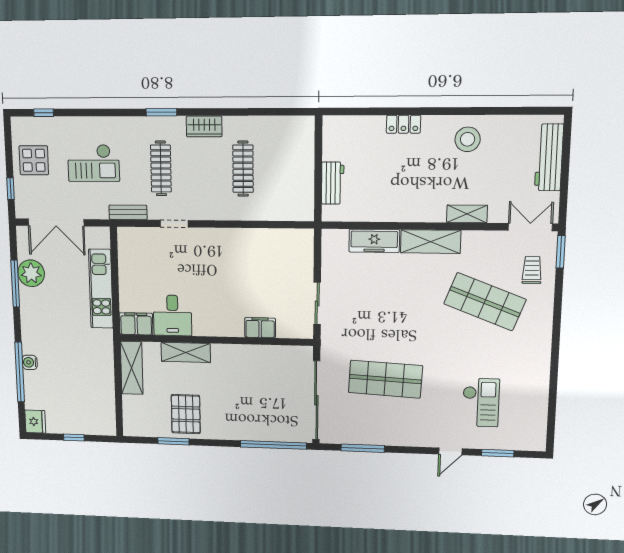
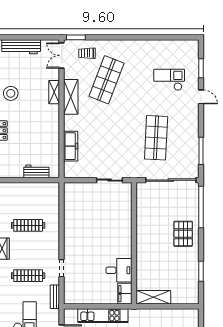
shelving: (431, 242) -> (71, 97), moved
filing cabinet: (260, 328) -> (125, 215), removed
shelving: (186, 352) -> (142, 262), removed
pallet: (186, 414) -> (183, 234), moved, turned 90

